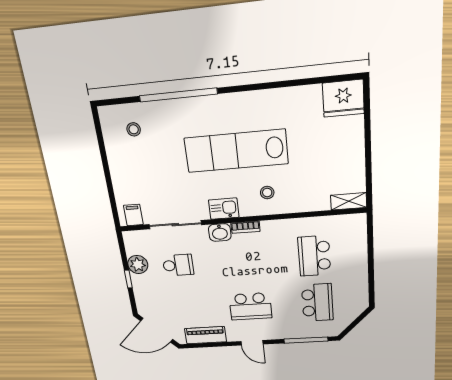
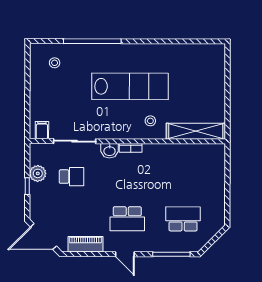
fridge: (343, 98) -> (211, 56), removed
lab bench: (236, 151) -> (130, 86), turned 180
shelving: (349, 201) -> (196, 131), width x2.20, depth x1.33
kitchen sink: (224, 209) -> (115, 131), removed
school desk: (314, 256) -> (183, 177), removed
school desk: (317, 303) -> (183, 219), turned -90

